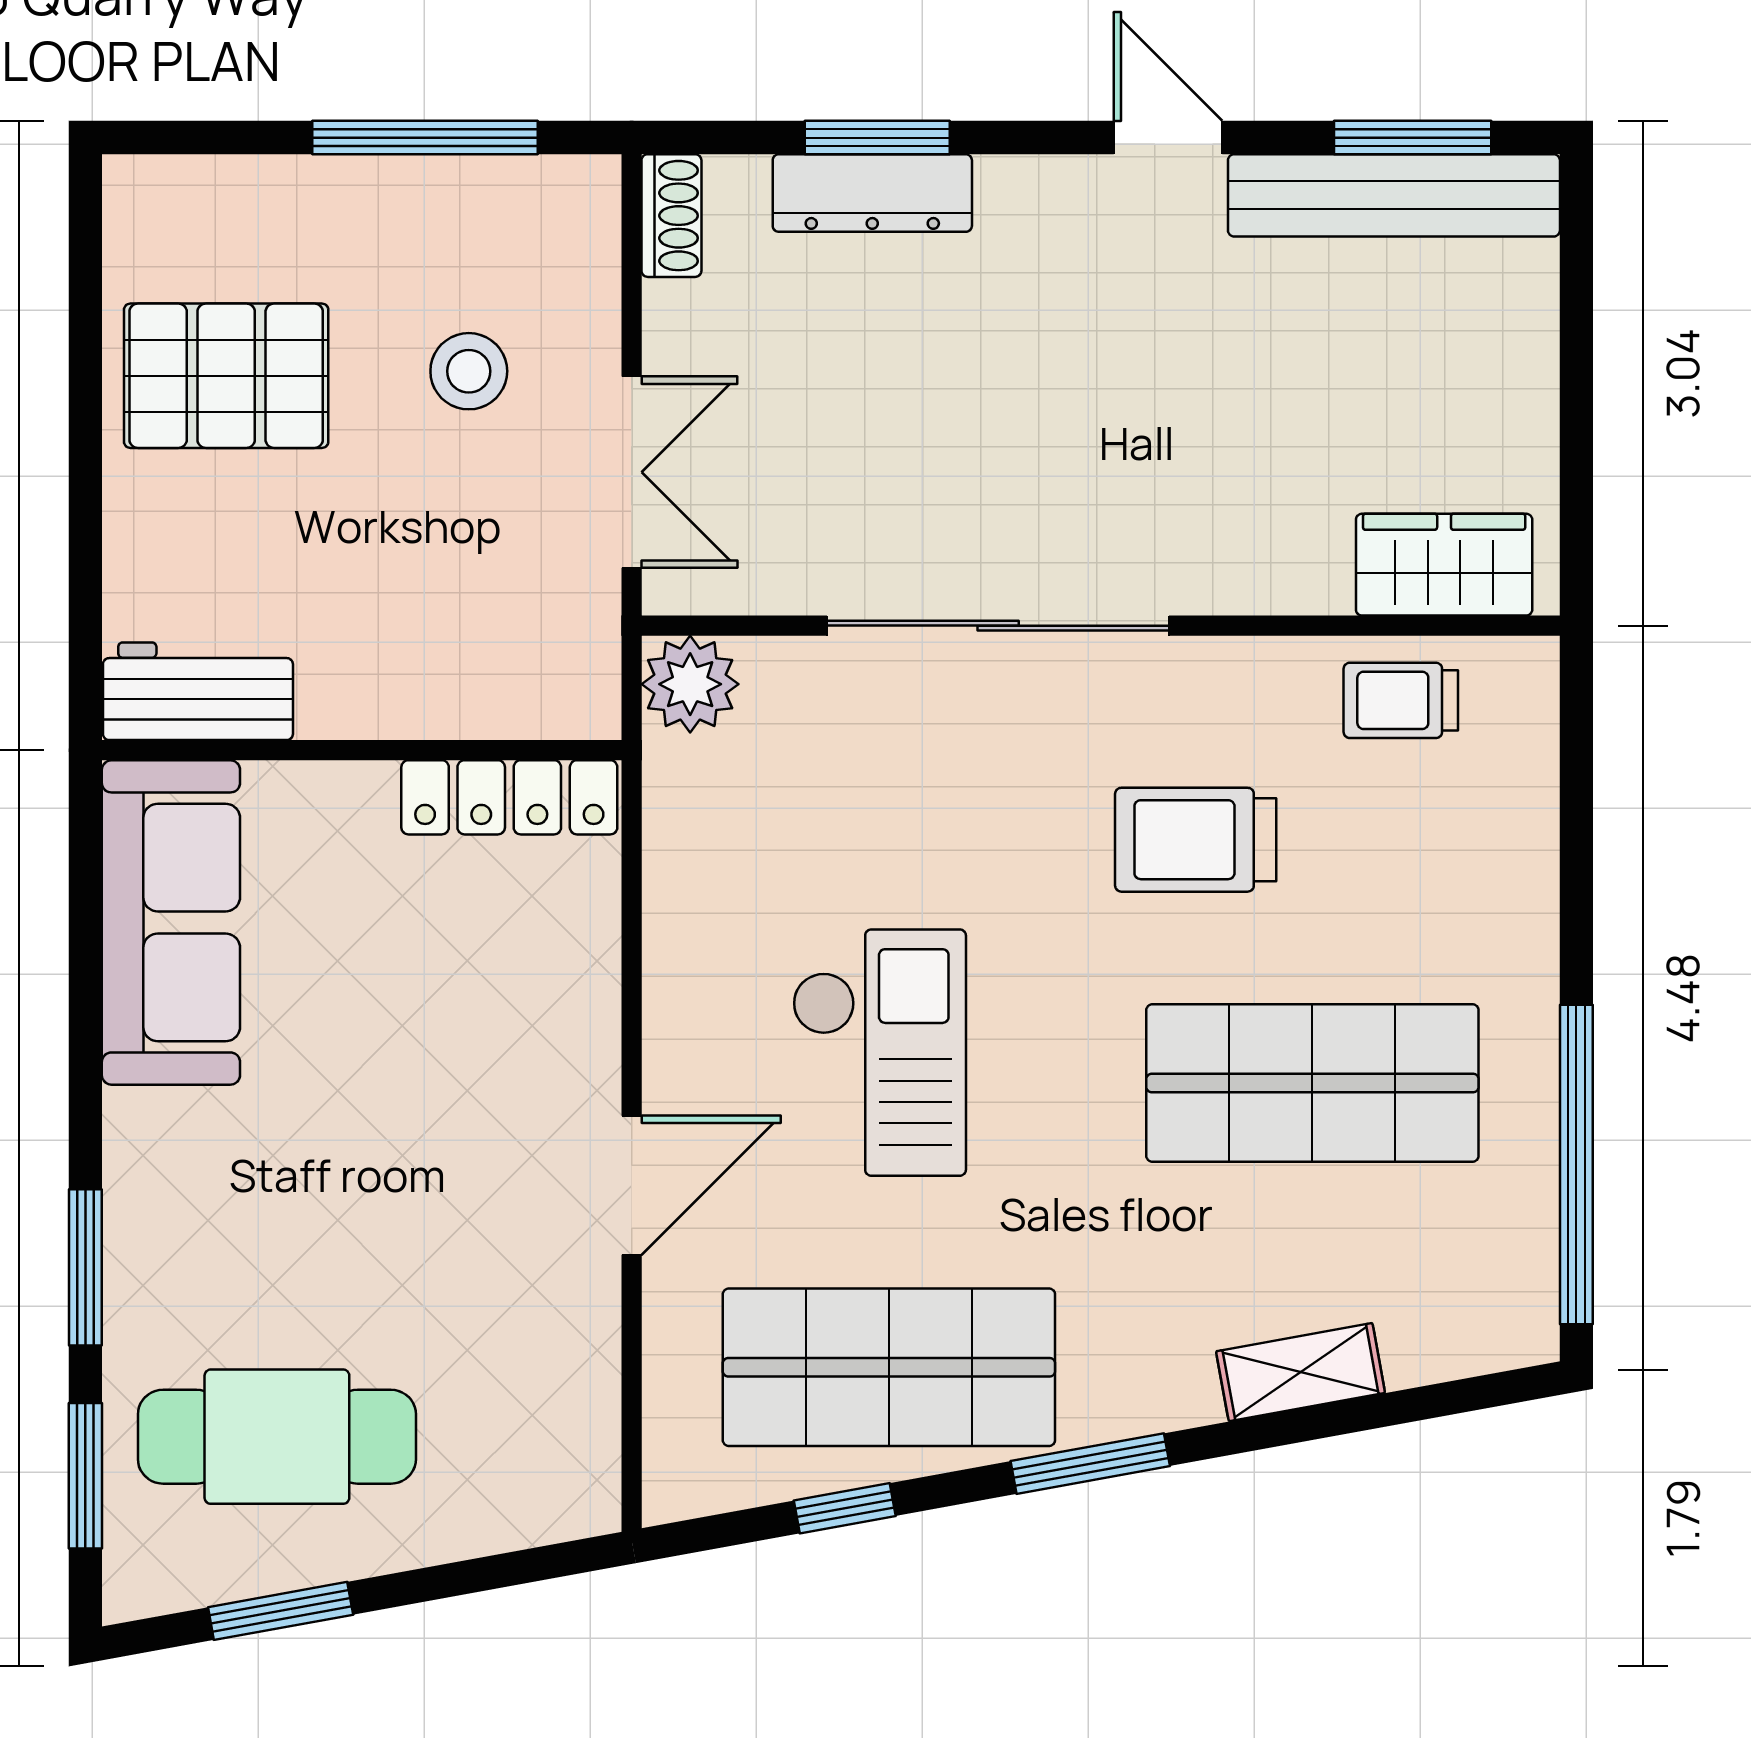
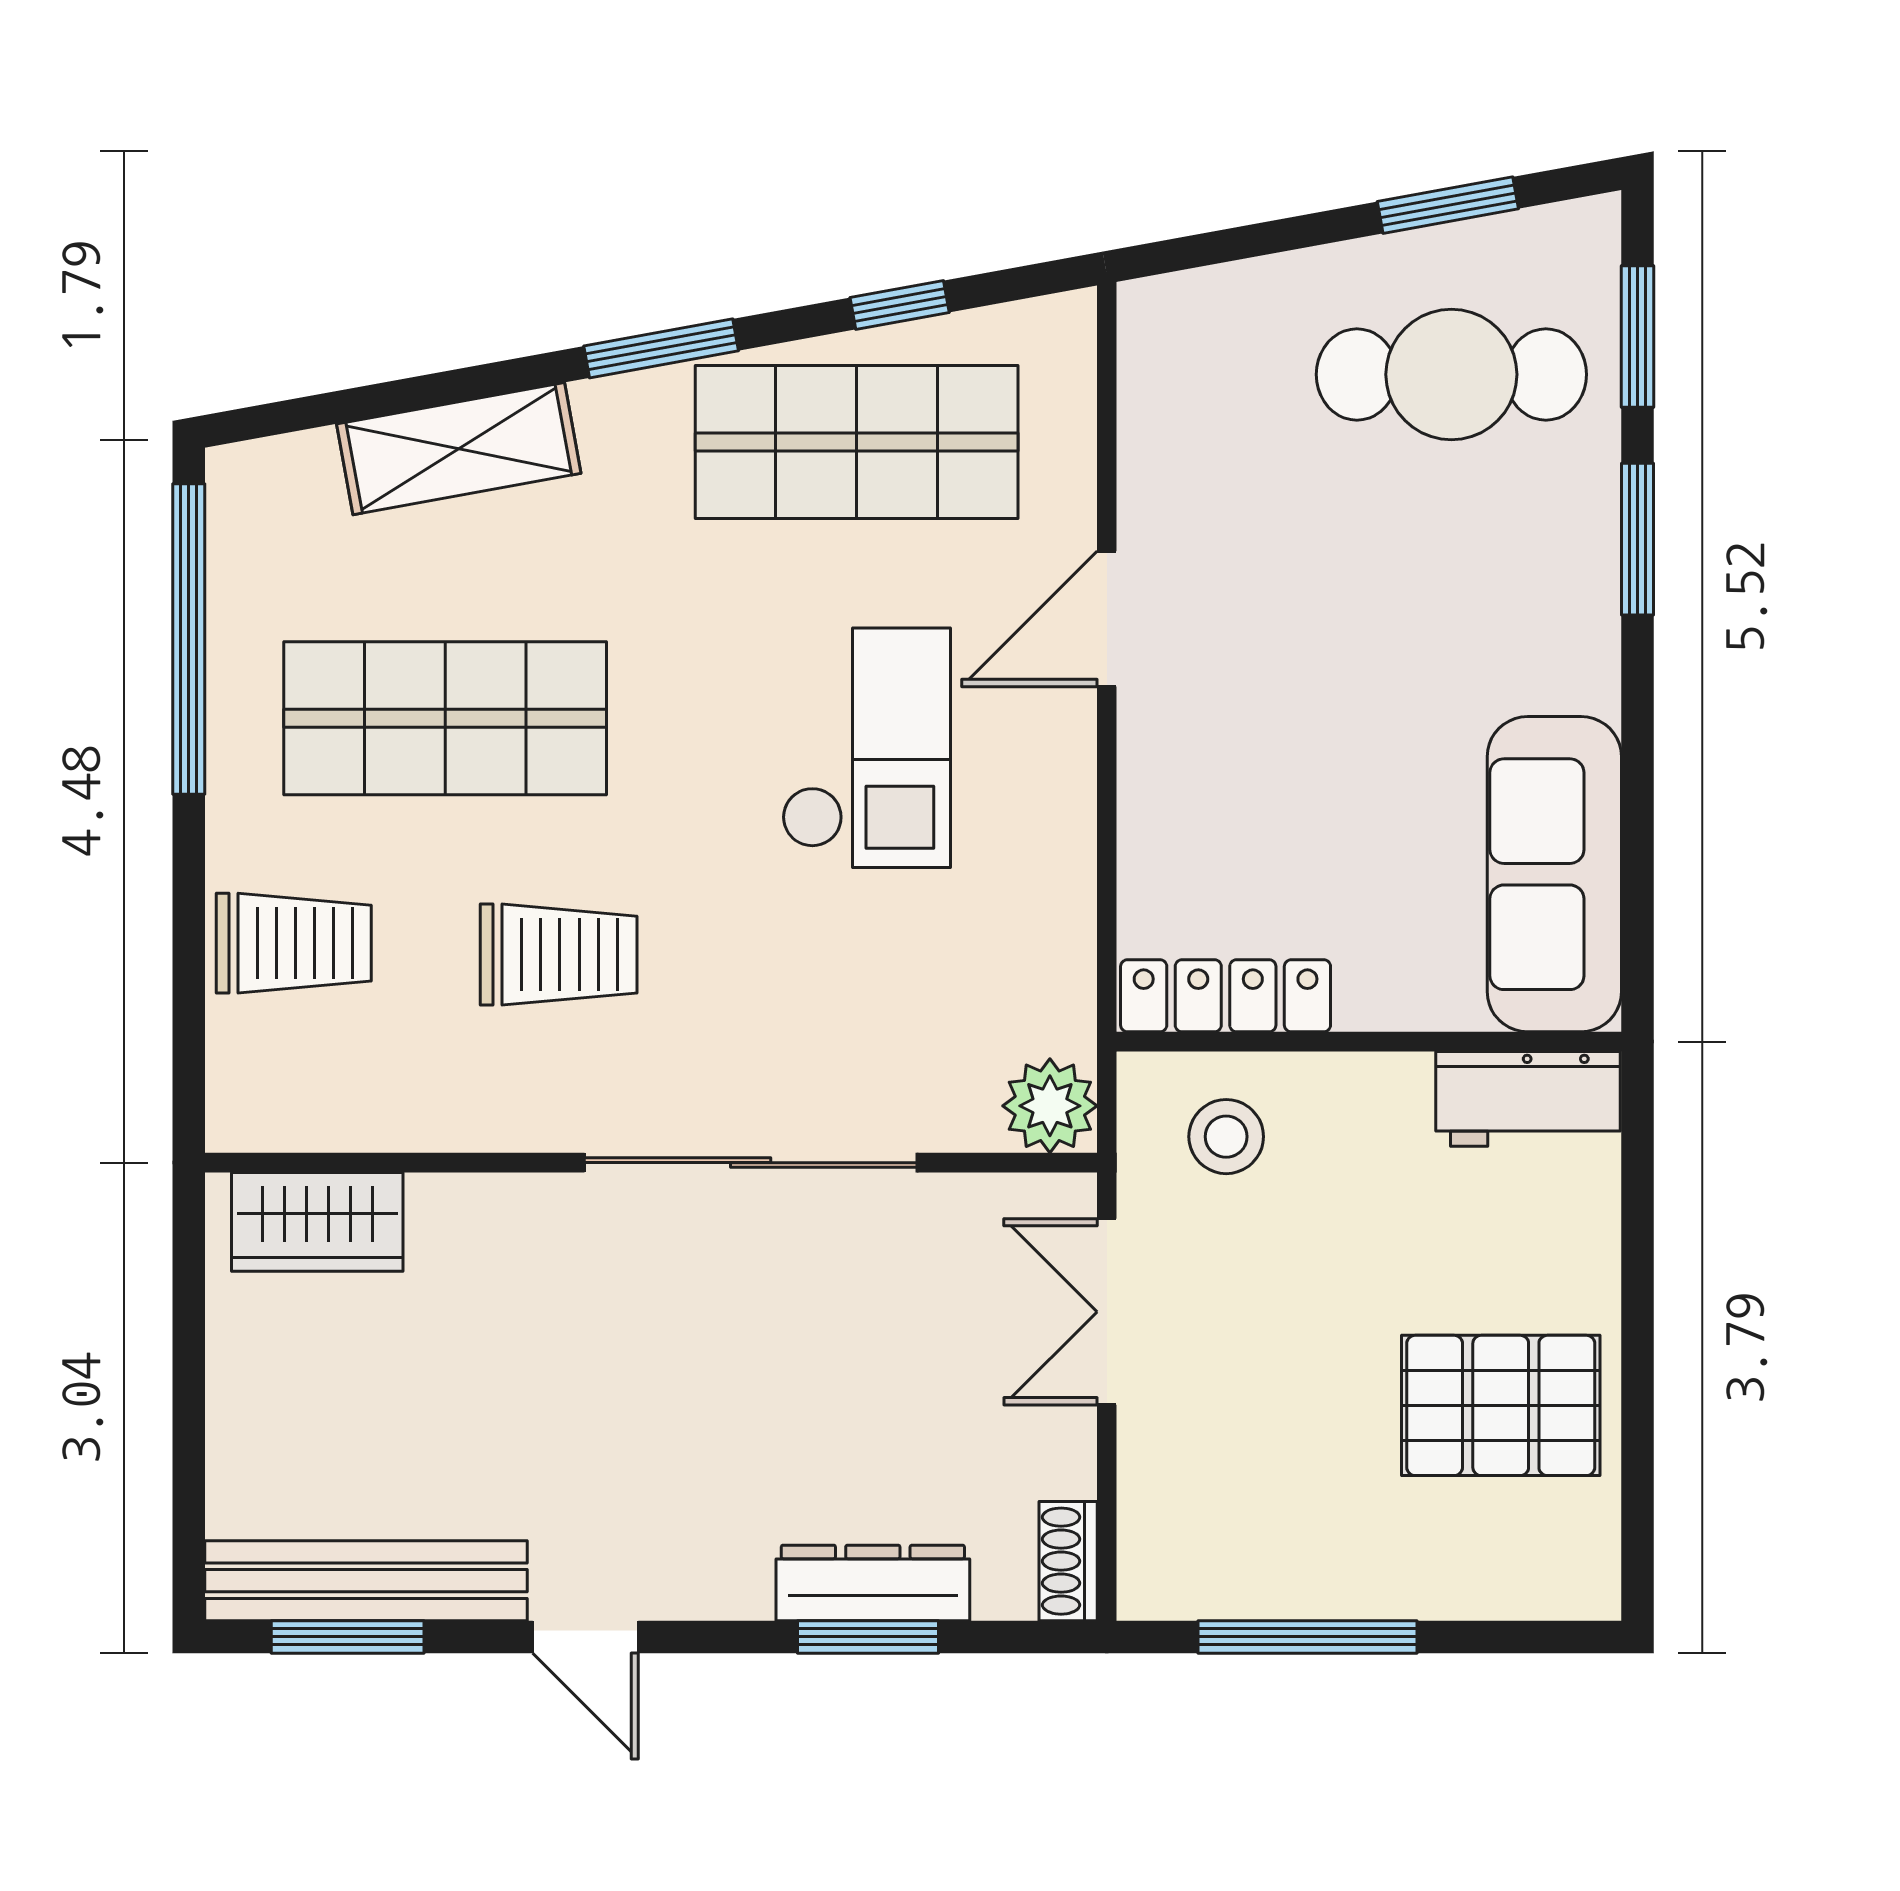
stool: (469, 371) -> (1226, 1137), moved
trolley: (1401, 700) -> (294, 943), moved, width x1.36, depth x1.39
checkout: (879, 1053) -> (866, 748), turned 180
shelving: (1301, 1372) -> (459, 449), width x1.50, depth x1.33

